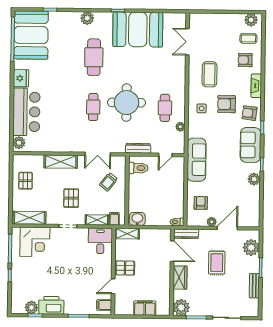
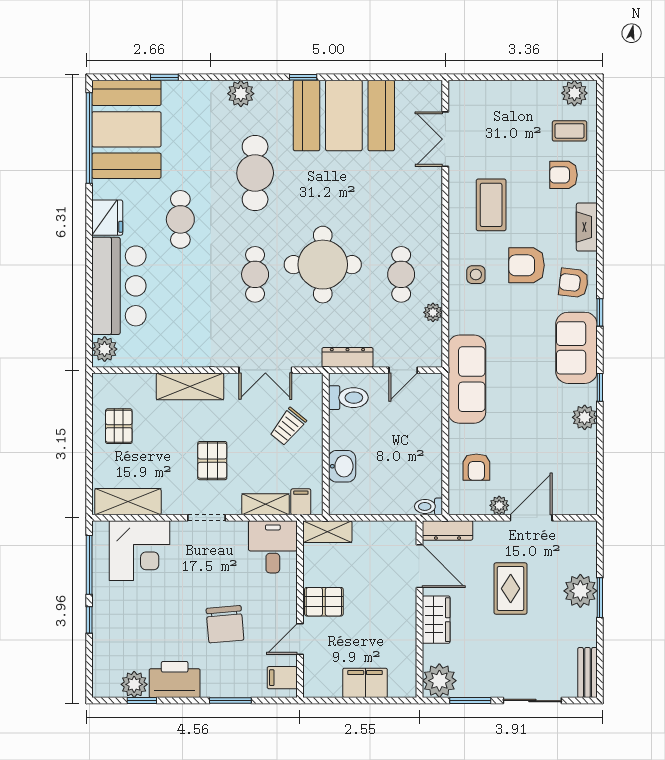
cafe table: (57, 80) -> (180, 219), added
armchair: (201, 203) -> (476, 467), turned 180
washbasin: (137, 219) -> (342, 466), moved, turned 90
plant: (251, 248) -> (580, 591), moved
chair: (76, 279) -> (225, 624), added
bench: (254, 286) -> (587, 673), moved

